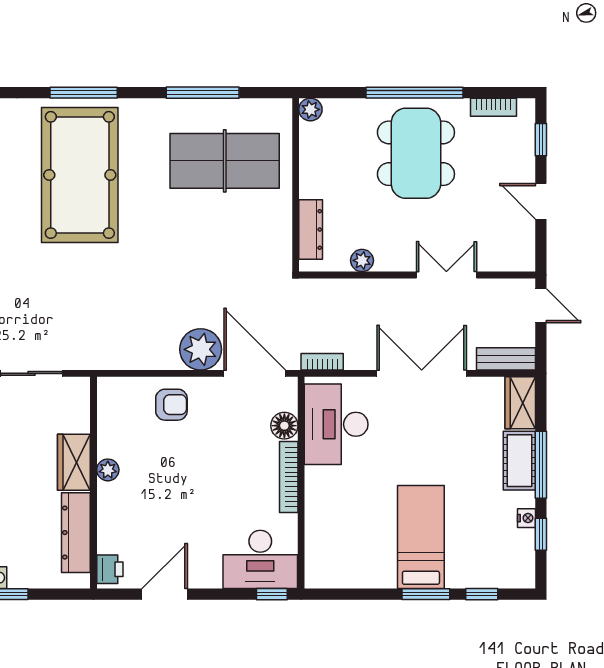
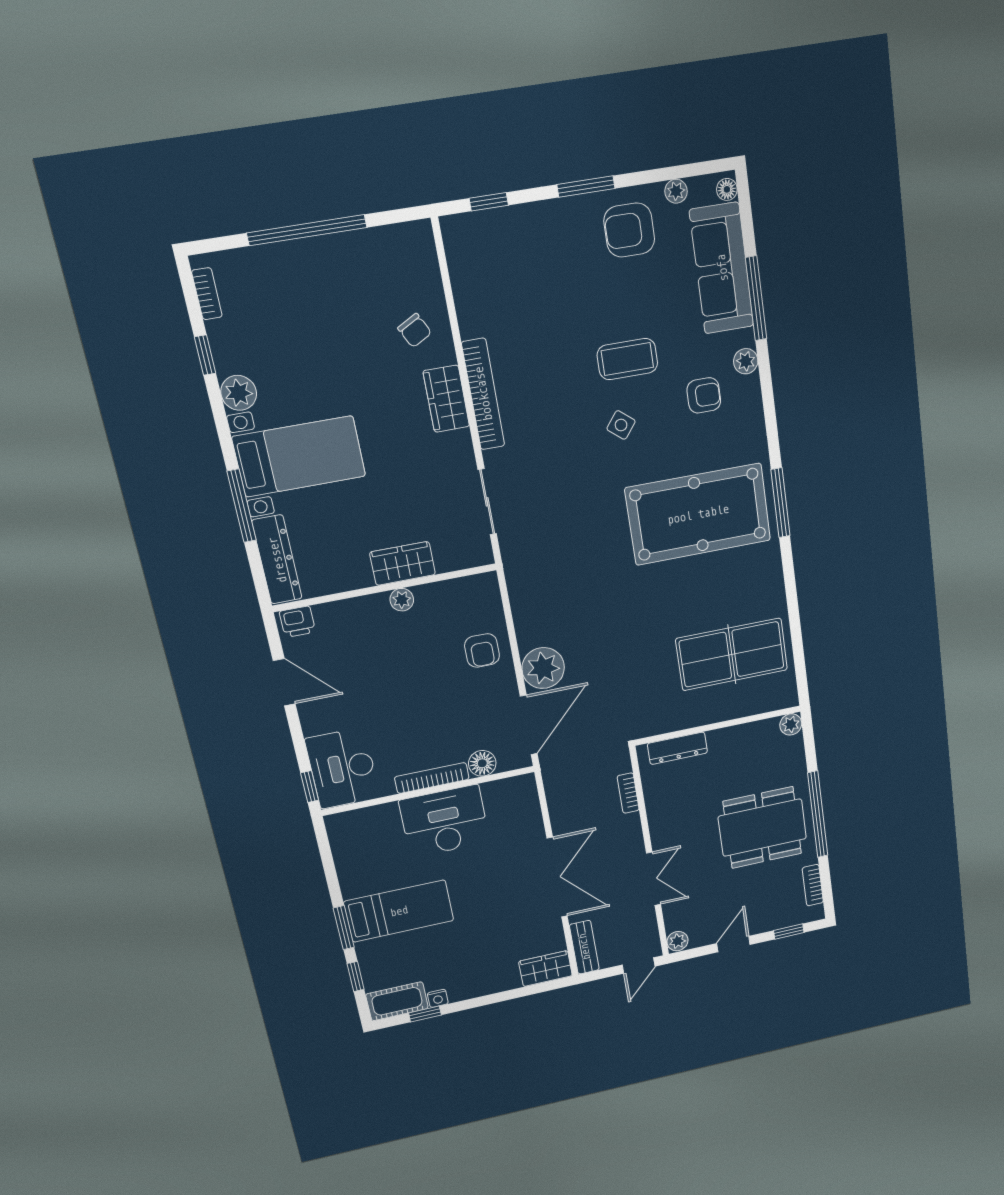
window: (203, 93) -> (795, 620), removed
table tennis table: (225, 161) -> (732, 654), turned 90
plant: (362, 260) -> (677, 941), moved
bookcase: (322, 362) -> (628, 793), moved, turned 180
desk: (336, 424) -> (445, 821), moved
cot: (519, 461) -> (397, 1001), moved
window: (541, 465) -> (491, 999), removed
dresser: (76, 533) -> (277, 560), moved, turned 90

